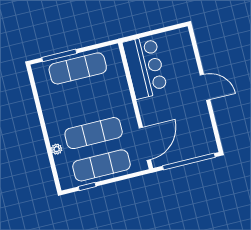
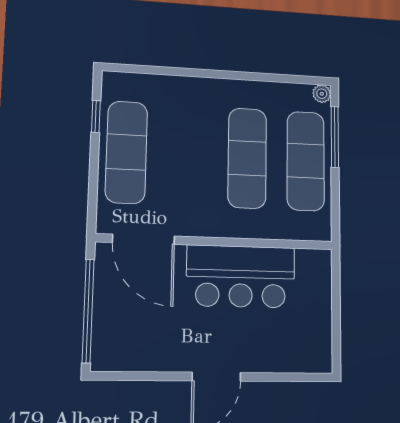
bar counter: (145, 67) -> (241, 277), moved
exercise mat: (94, 133) -> (247, 158), moved
plant: (57, 149) -> (322, 94), moved

